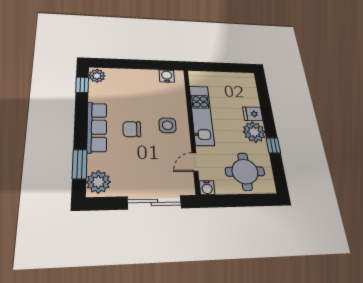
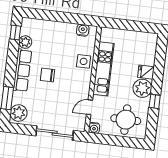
plant: (97, 76) -> (25, 42), moved
side table: (167, 125) -> (84, 61), moved

